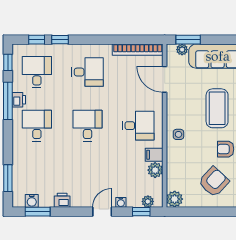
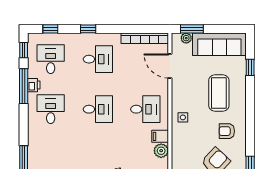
window: (60, 40) -> (88, 29), moved
desk: (88, 126) -> (98, 109), turned 90

